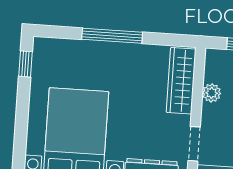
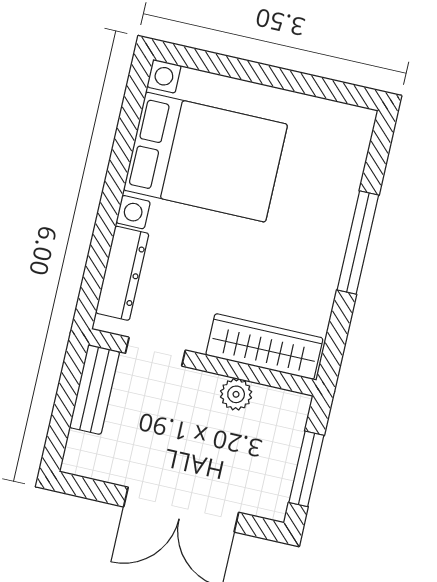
window: (26, 64) -> (333, 90), removed

